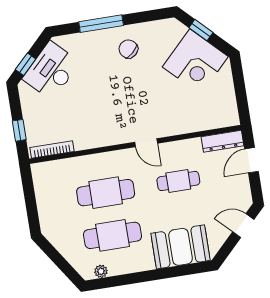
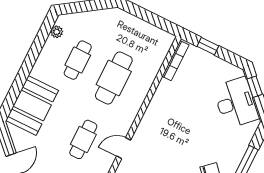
door: (146, 143) -> (124, 148), moved
cafe table: (112, 235) -> (78, 60), width x0.73, depth x0.74

